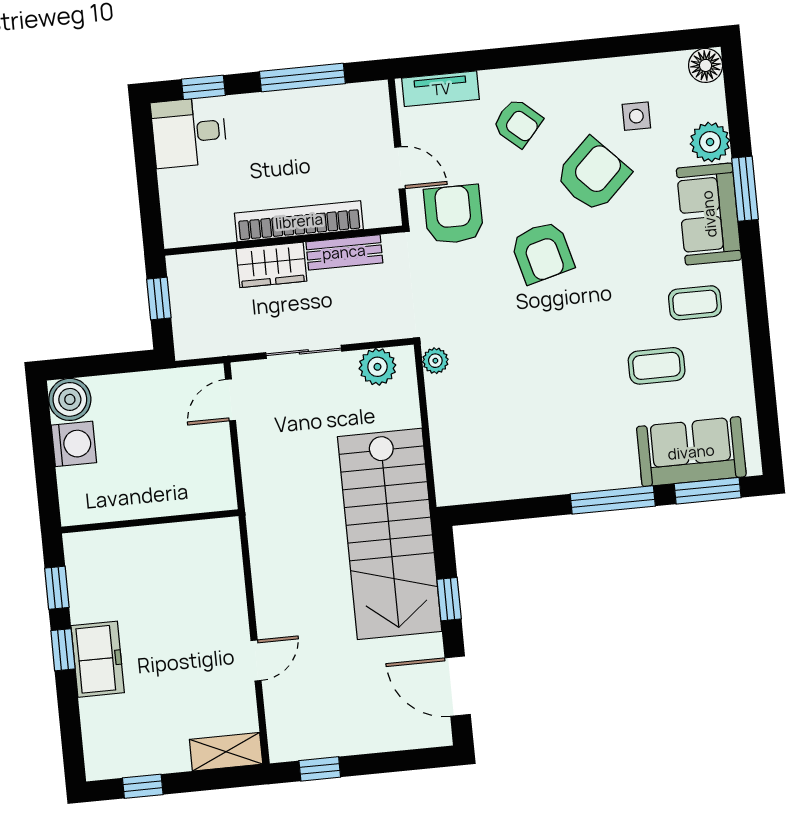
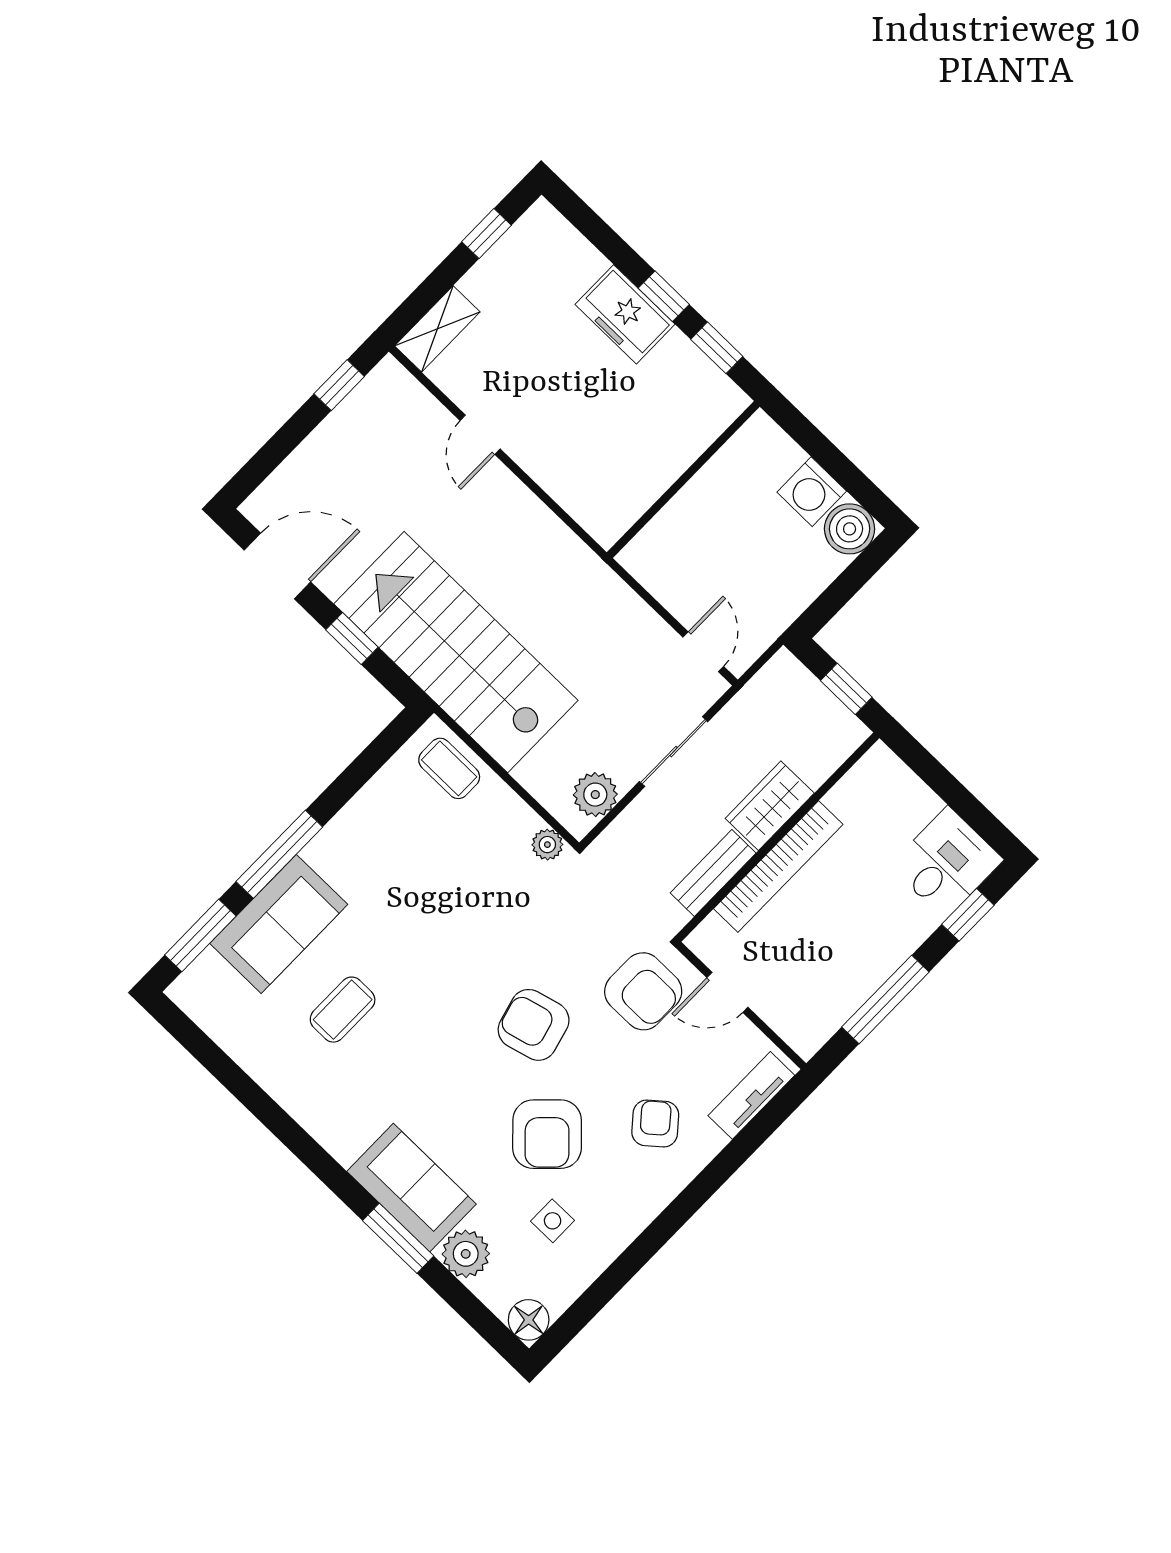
armchair: (518, 123) -> (655, 1124), turned 99
coffee table: (695, 303) -> (449, 768), moved, turned 90
sofa: (691, 452) -> (279, 924), moved

